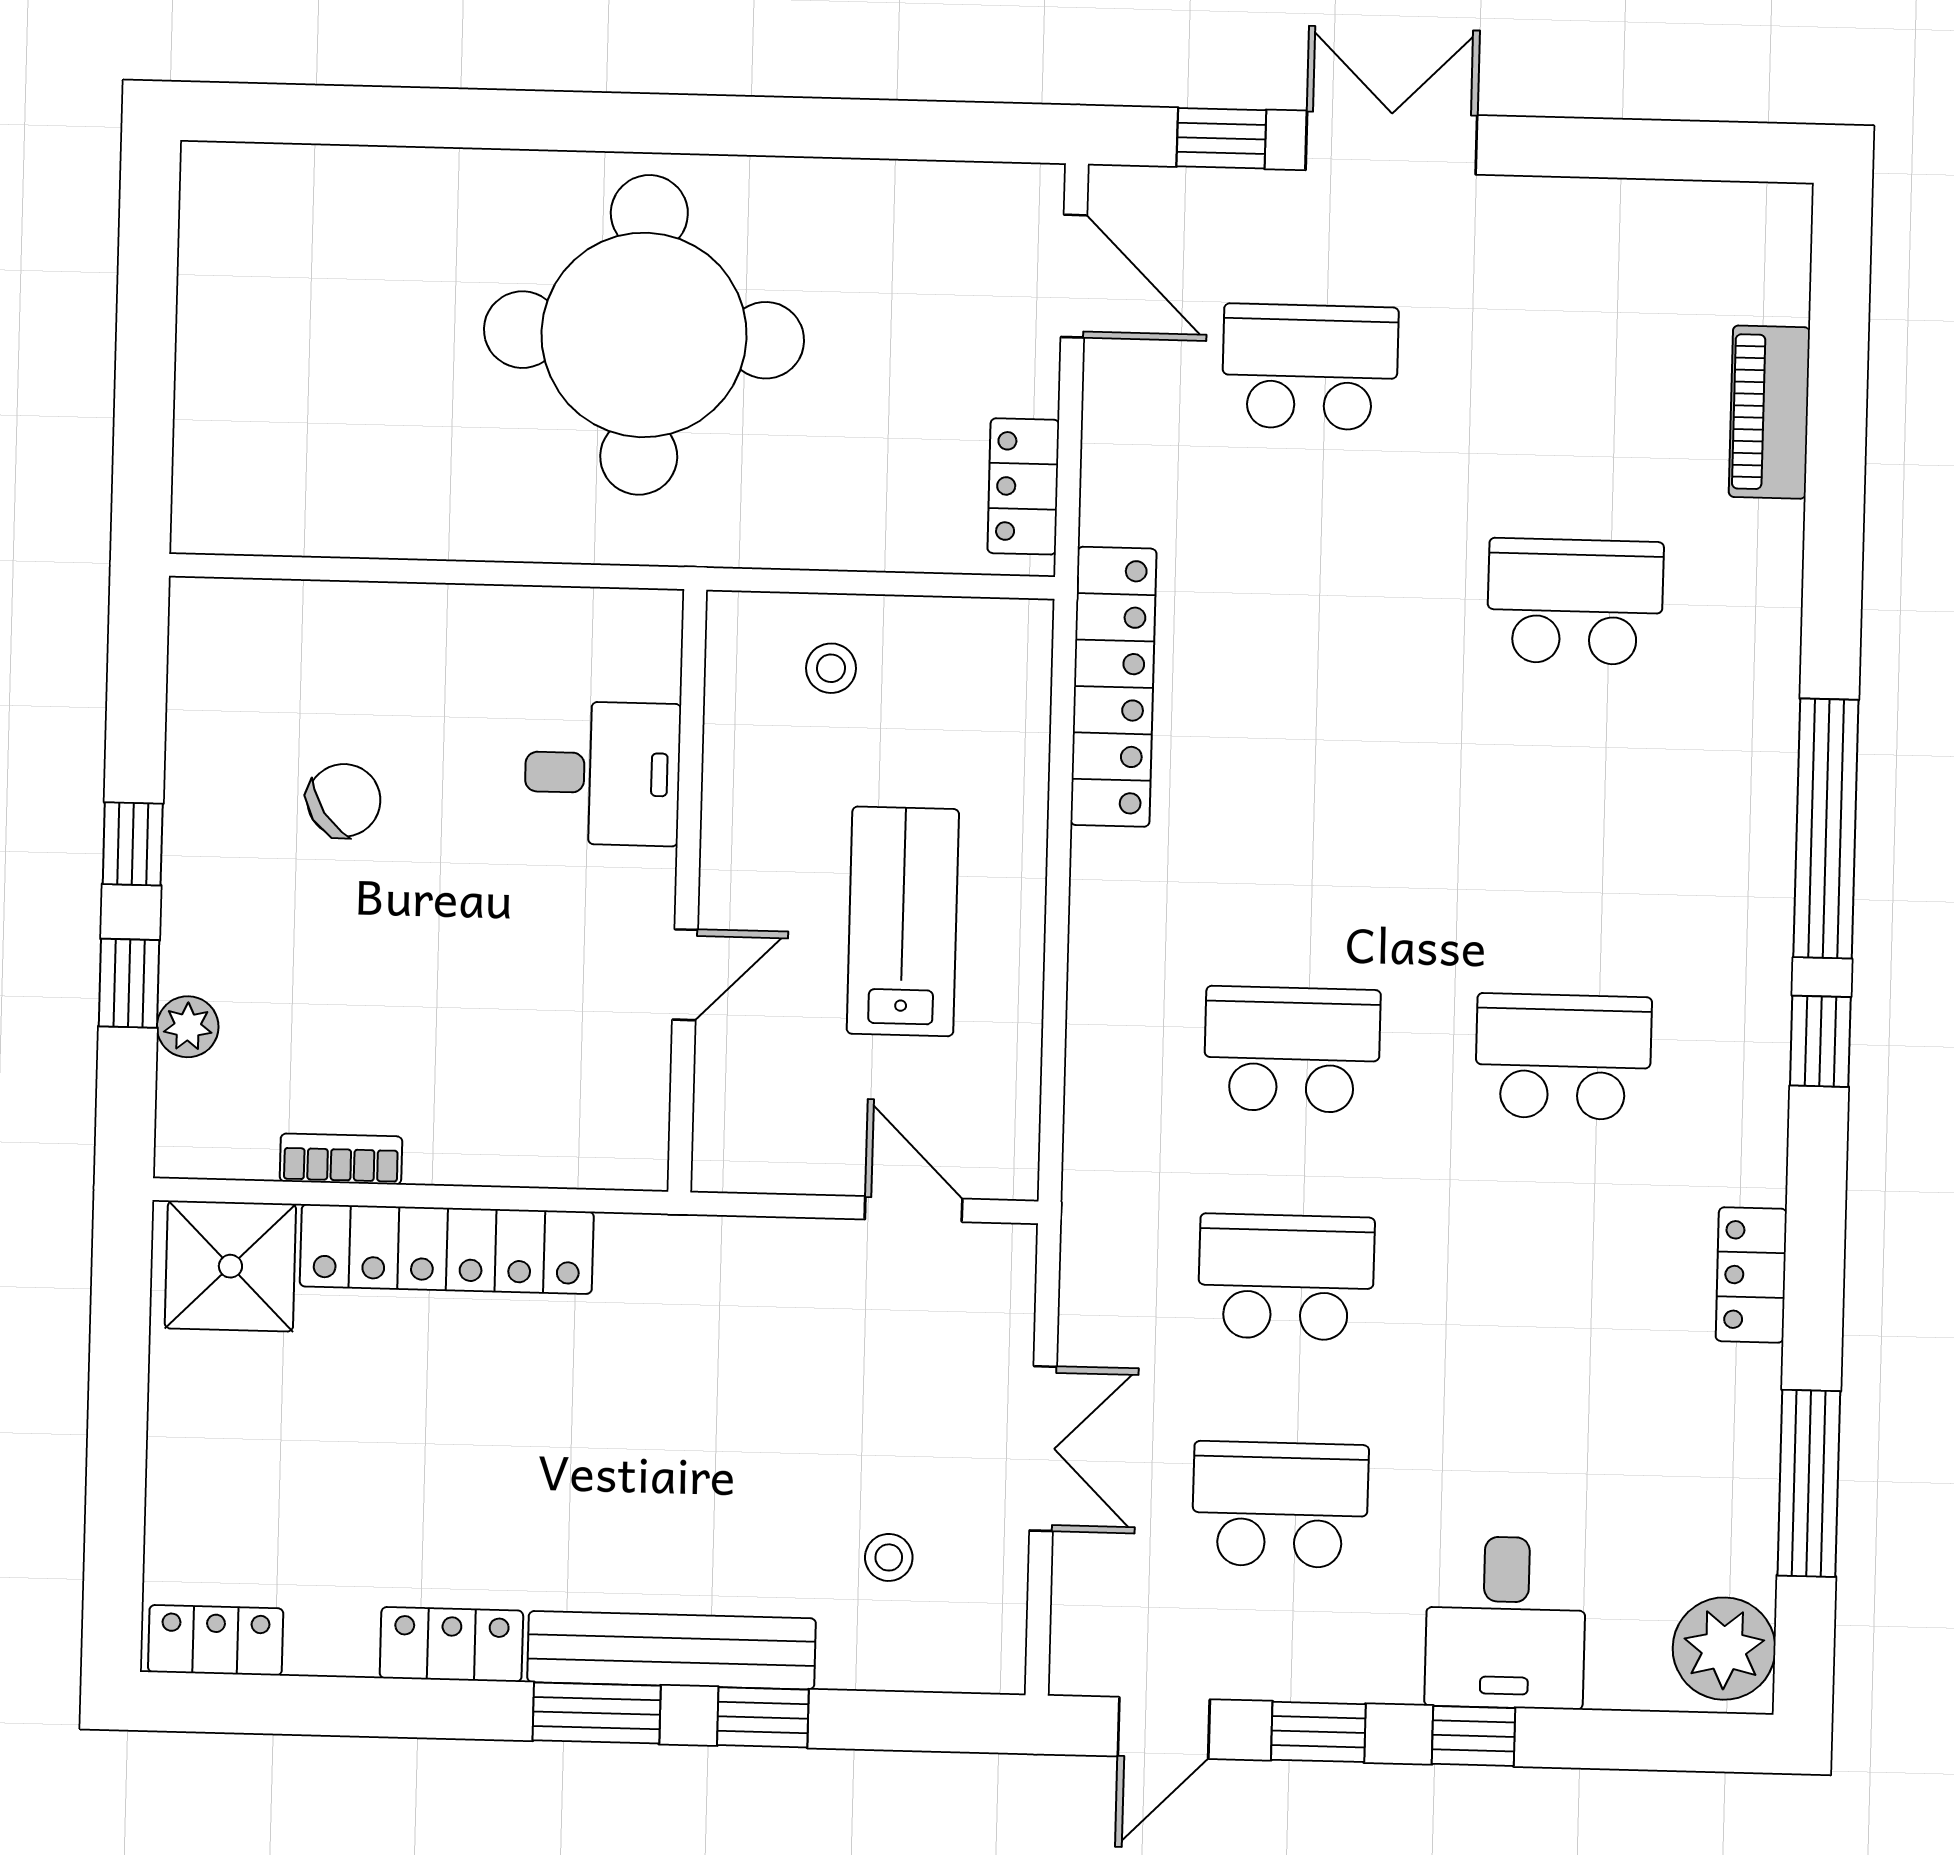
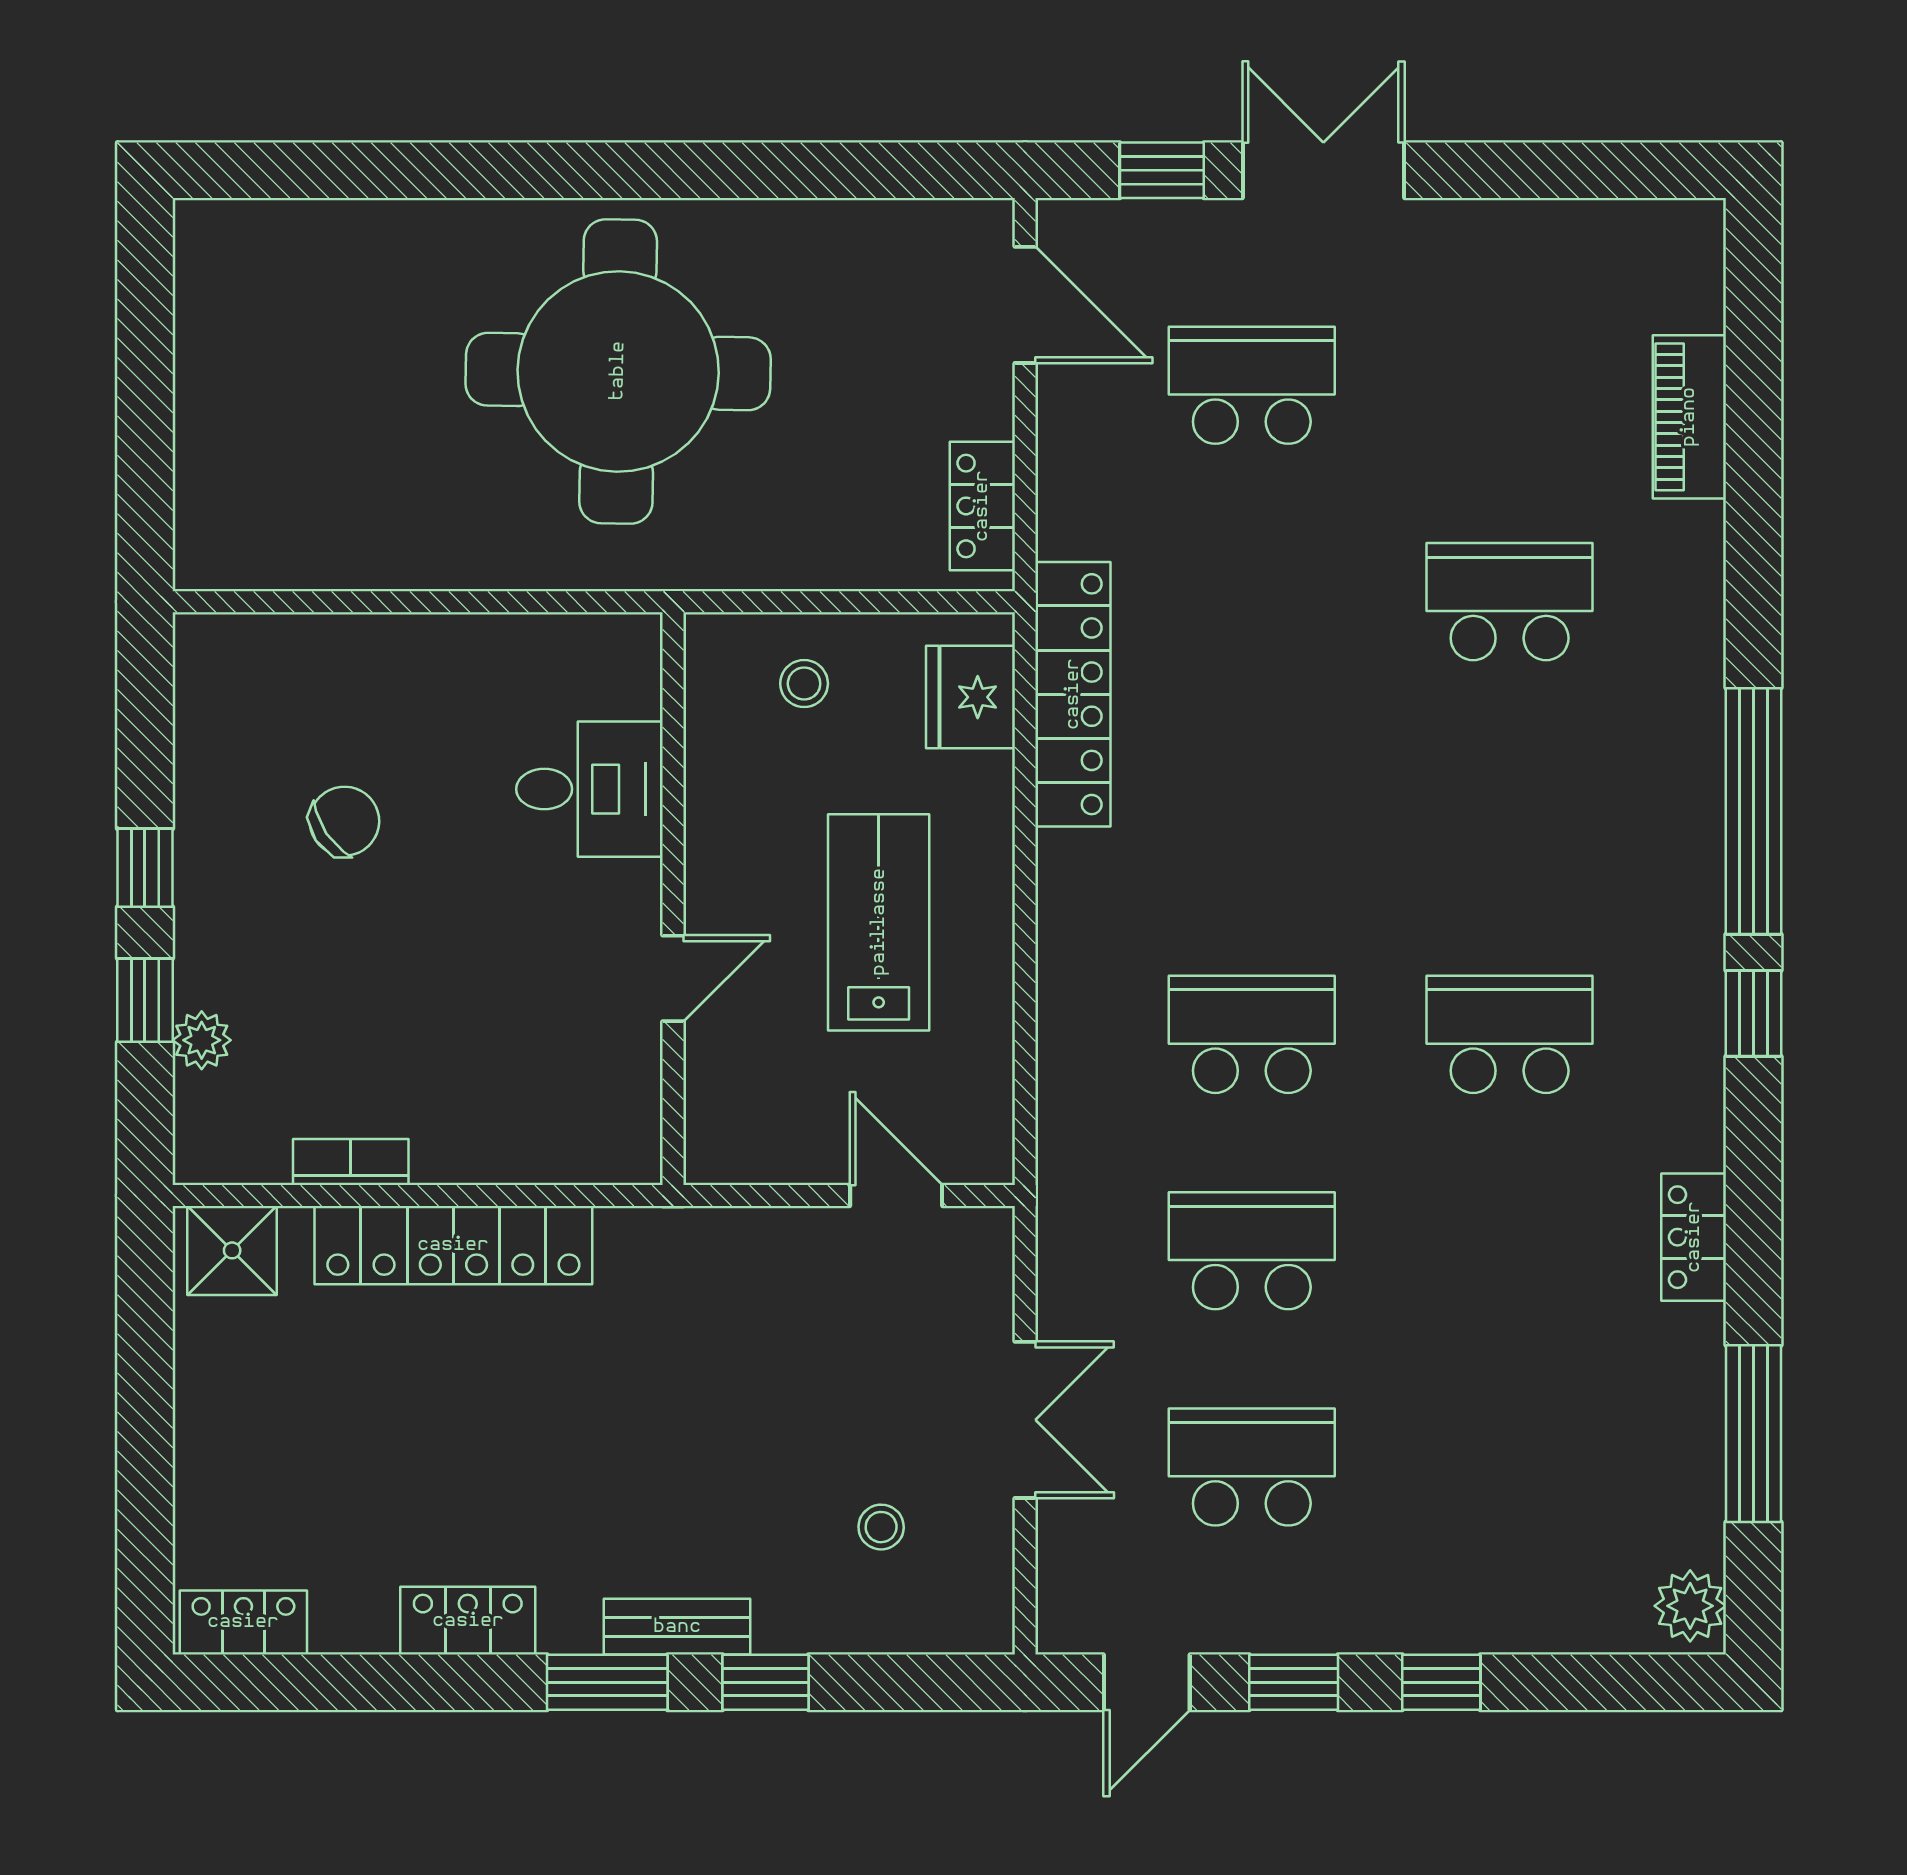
fridge: (1006, 687) -> (971, 697), added
shower: (230, 1266) -> (232, 1250), width x0.73, depth x0.73
desk: (1505, 1622) -> (1469, 1573), removed
plant: (1724, 1649) -> (1690, 1606), width x0.73, depth x0.73
bench: (672, 1650) -> (677, 1627), width x0.54, depth x0.82

